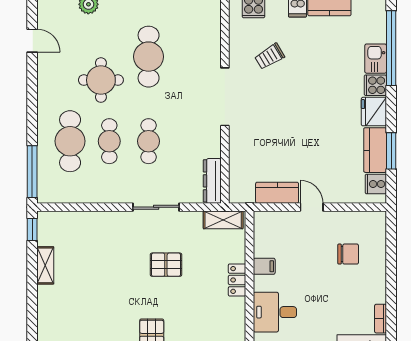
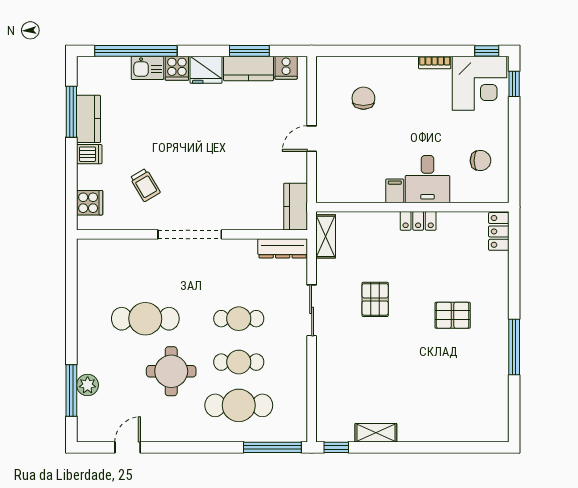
kitchen counter: (277, 193) -> (296, 207), moved
filing cabinet: (264, 266) -> (395, 191), moved
locker: (237, 280) -> (418, 221), moved

